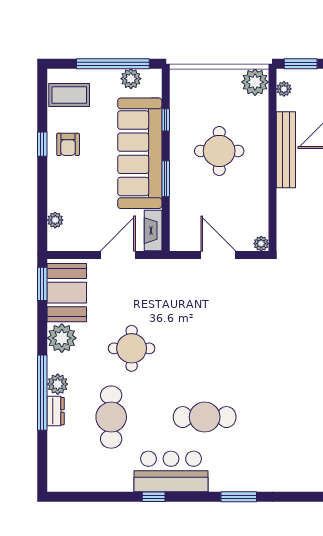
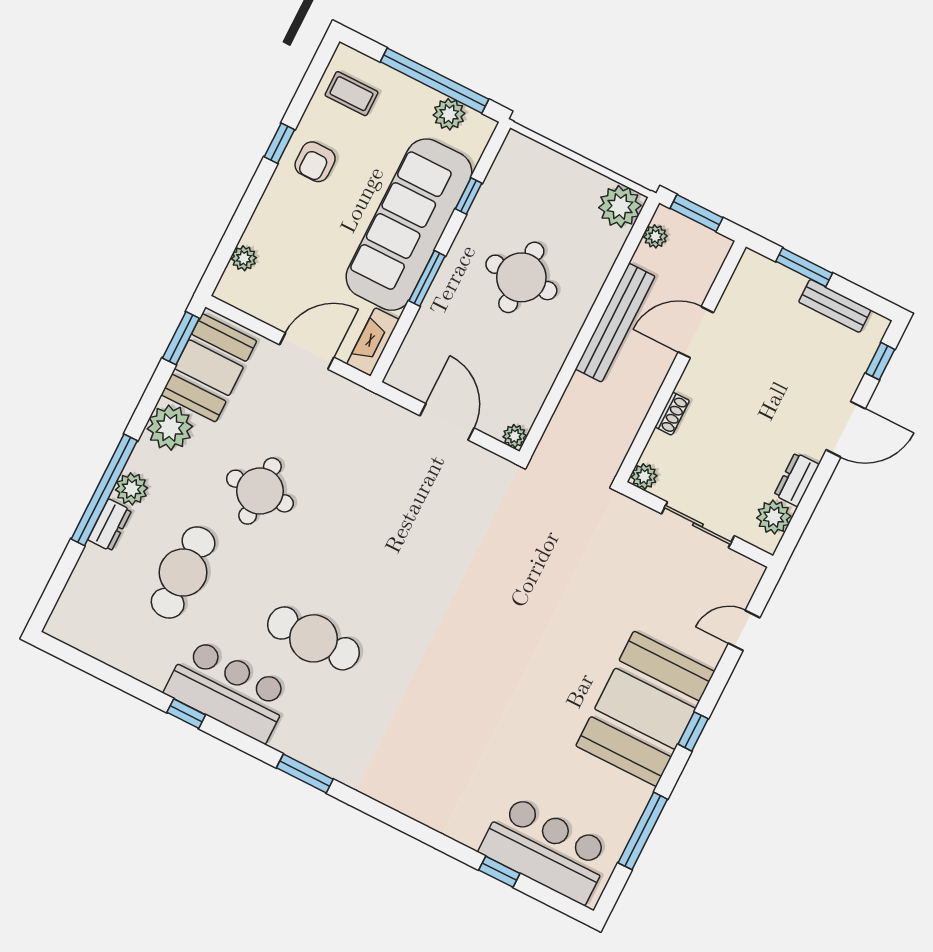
coffee table: (69, 95) -> (351, 94), width x0.73, depth x0.77

